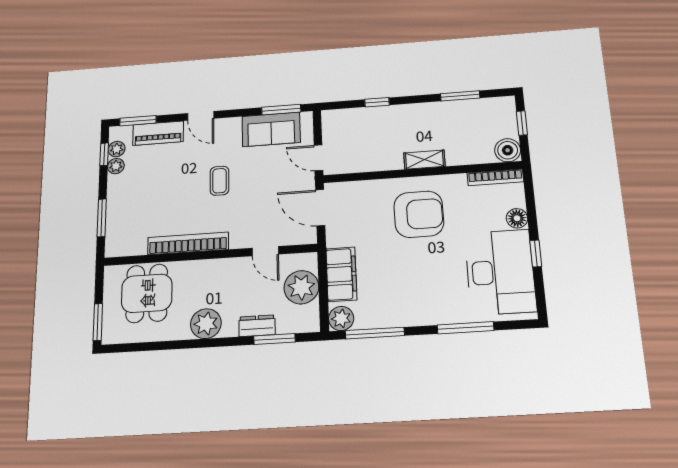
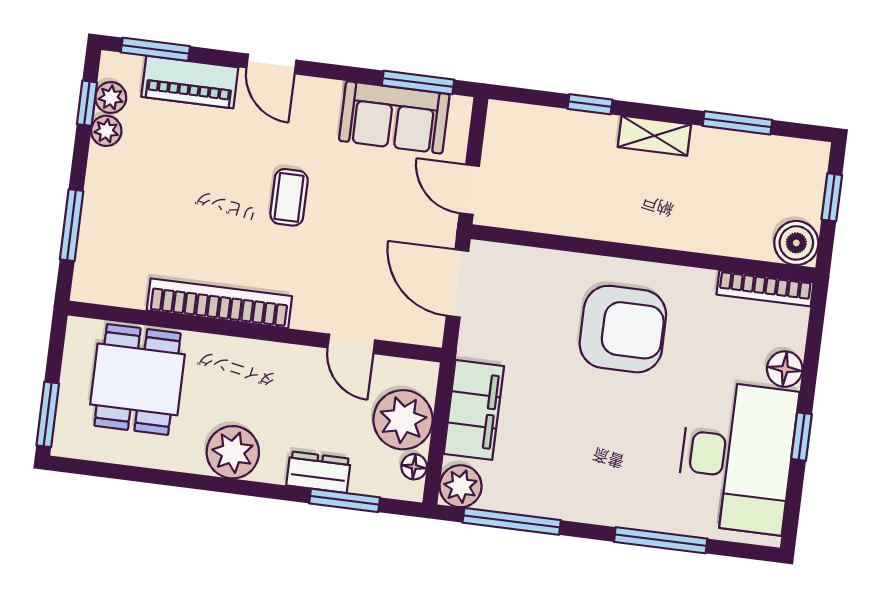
shelving: (424, 160) -> (654, 136), moved
floor lamp: (312, 312) -> (414, 467), added

